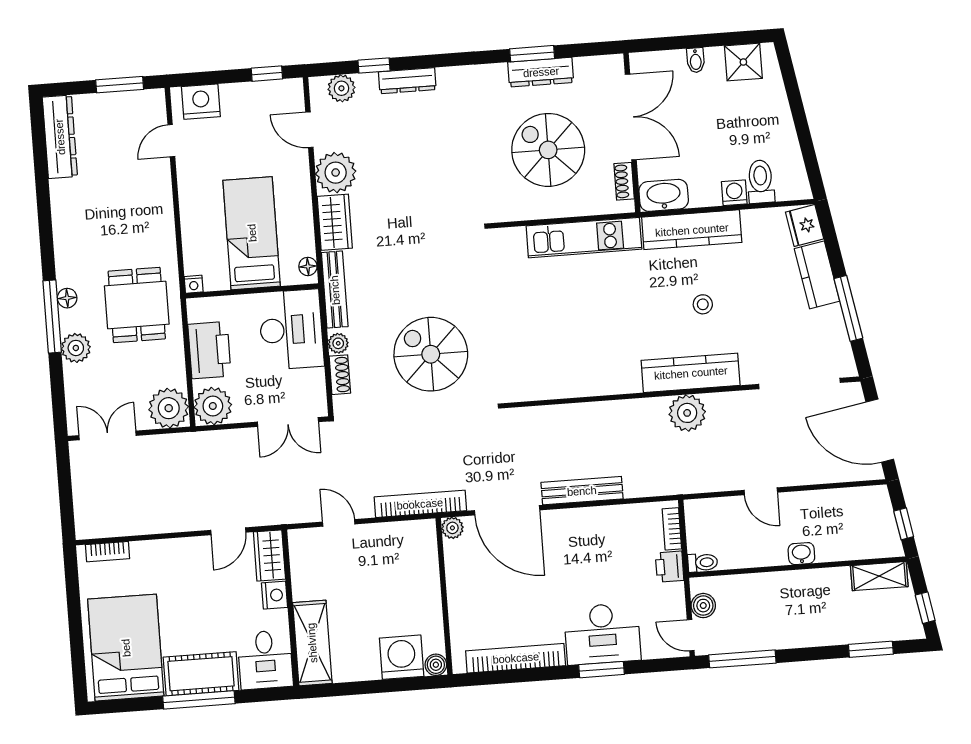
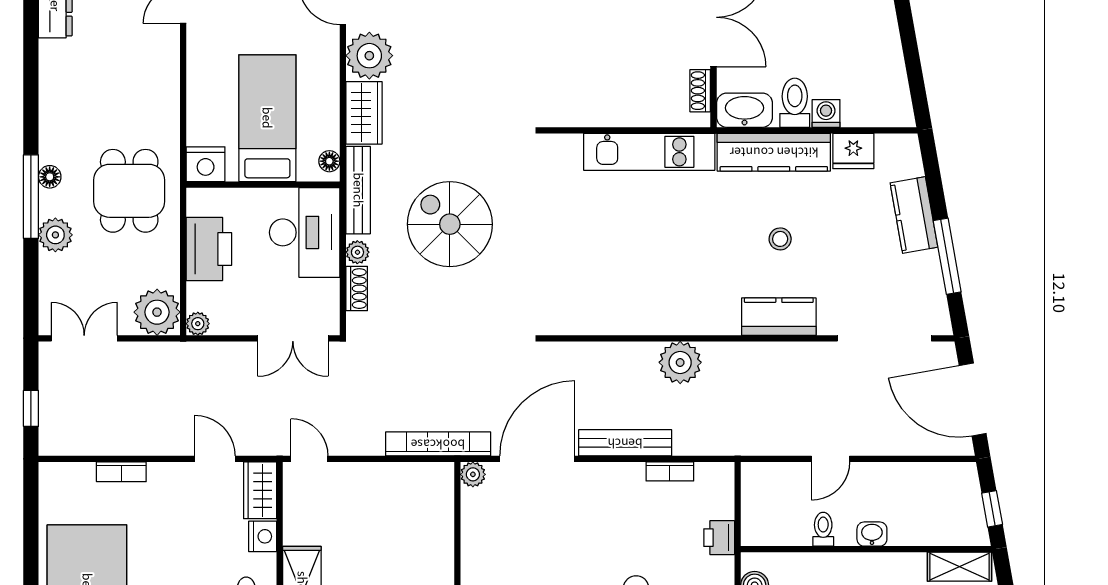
spiral stairs: (548, 150) -> (616, 48), removed
toilet: (761, 182) -> (795, 103), moved
fridge: (805, 225) -> (853, 151), moved, turned -80
nightstand: (194, 284) -> (206, 164), width x1.89, depth x1.79
spiral stairs: (431, 354) -> (450, 224), moved
kitchen counter: (691, 373) -> (779, 317), width x0.67
plant: (213, 406) -> (198, 324), width x0.53, depth x0.53
plant: (687, 413) -> (680, 362), moved
door: (761, 491) -> (831, 459), hinge flipped
window: (66, 500) -> (31, 408), added
door: (507, 510) -> (537, 459), swing flipped
door: (339, 523) -> (309, 459), moved
bookcase: (672, 529) -> (670, 471), moved, turned -90
door: (228, 531) -> (215, 459), swing flipped
bookcase: (107, 552) -> (121, 472), moved
toilet: (703, 563) -> (823, 529), moved, turned -90

